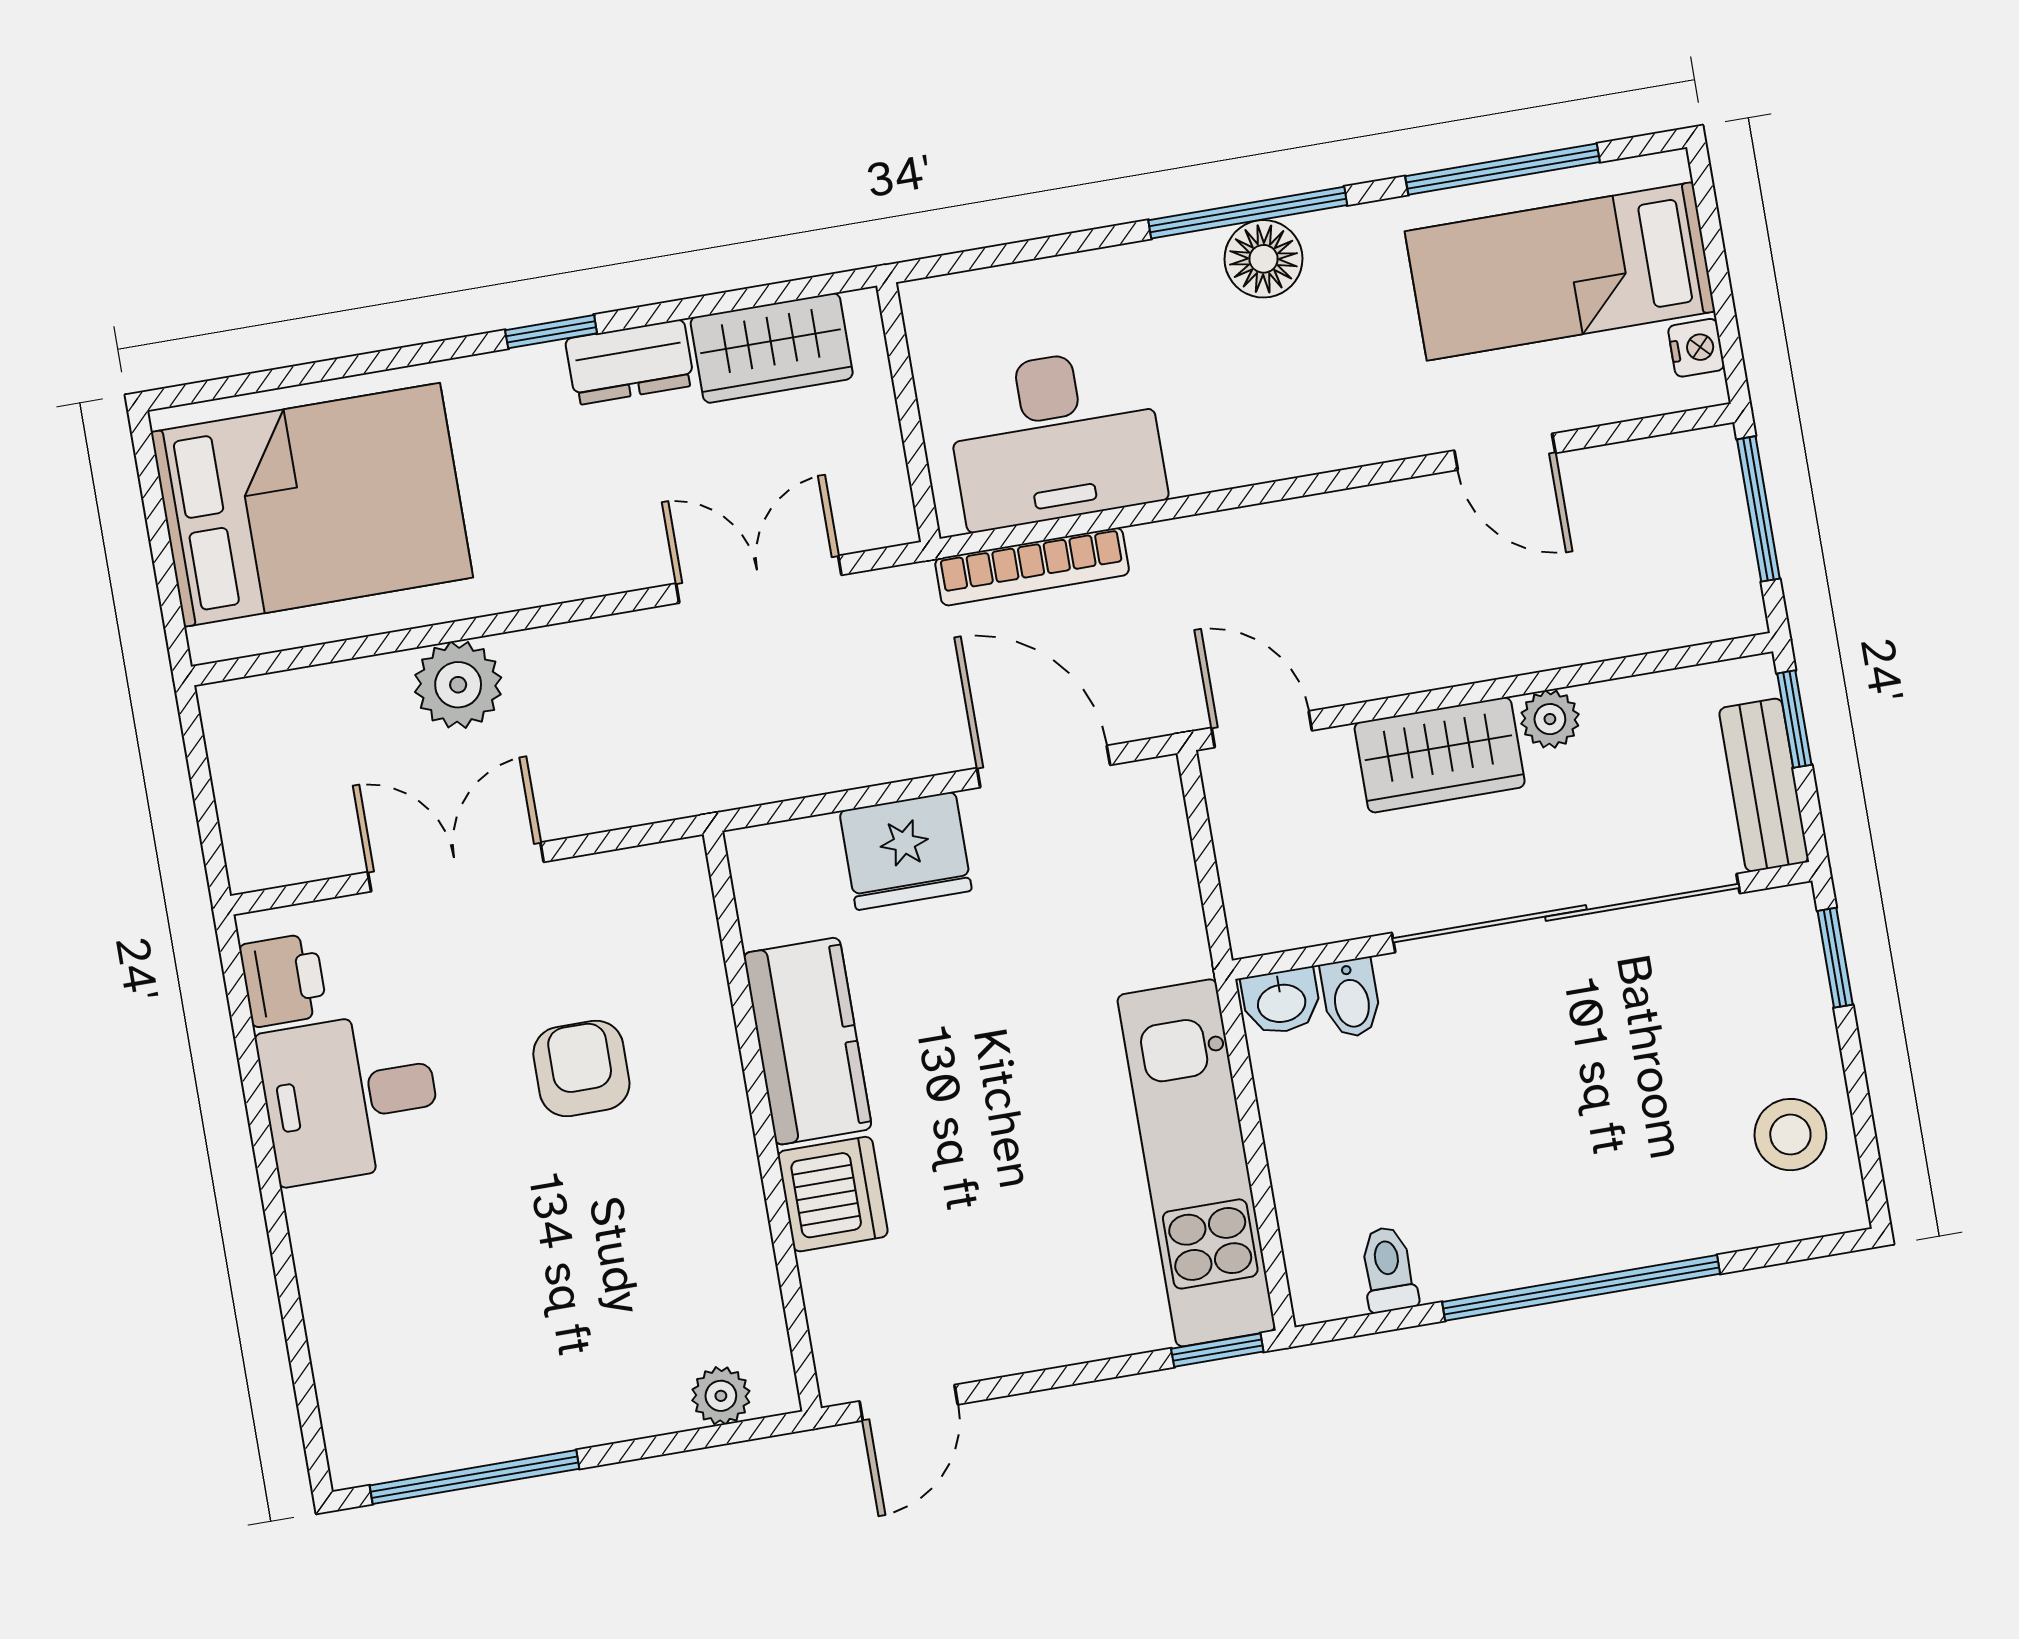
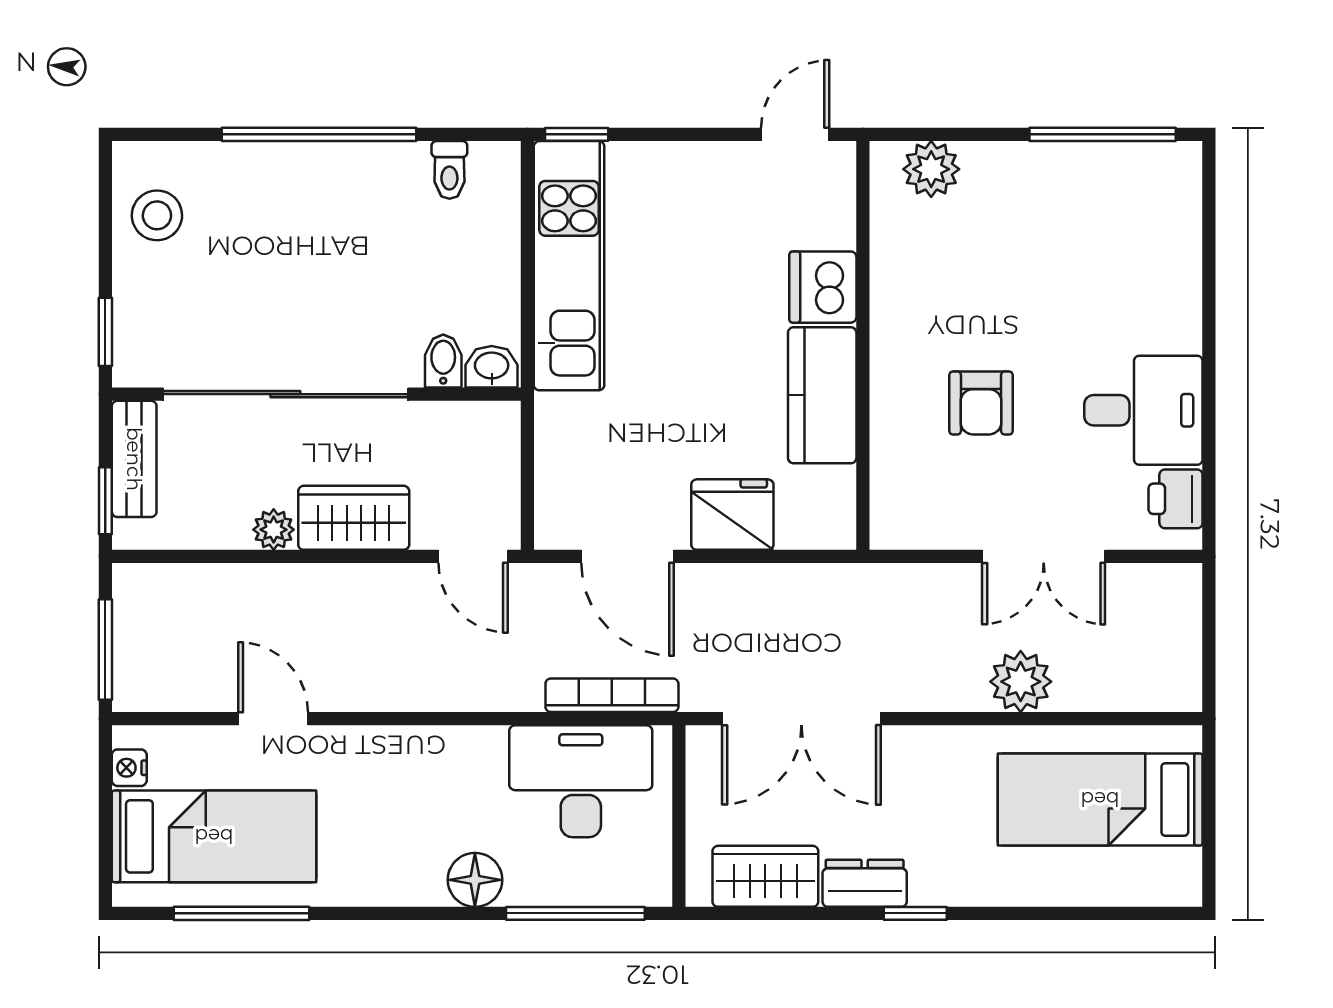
window: (1248, 213) -> (575, 913), moved
floor lamp: (1263, 259) -> (475, 880), moved
bed: (312, 505) -> (1100, 799), width x0.67
double door: (759, 579) -> (801, 719), width x1.37
plant: (721, 1396) -> (931, 169), width x1.38, depth x1.38

